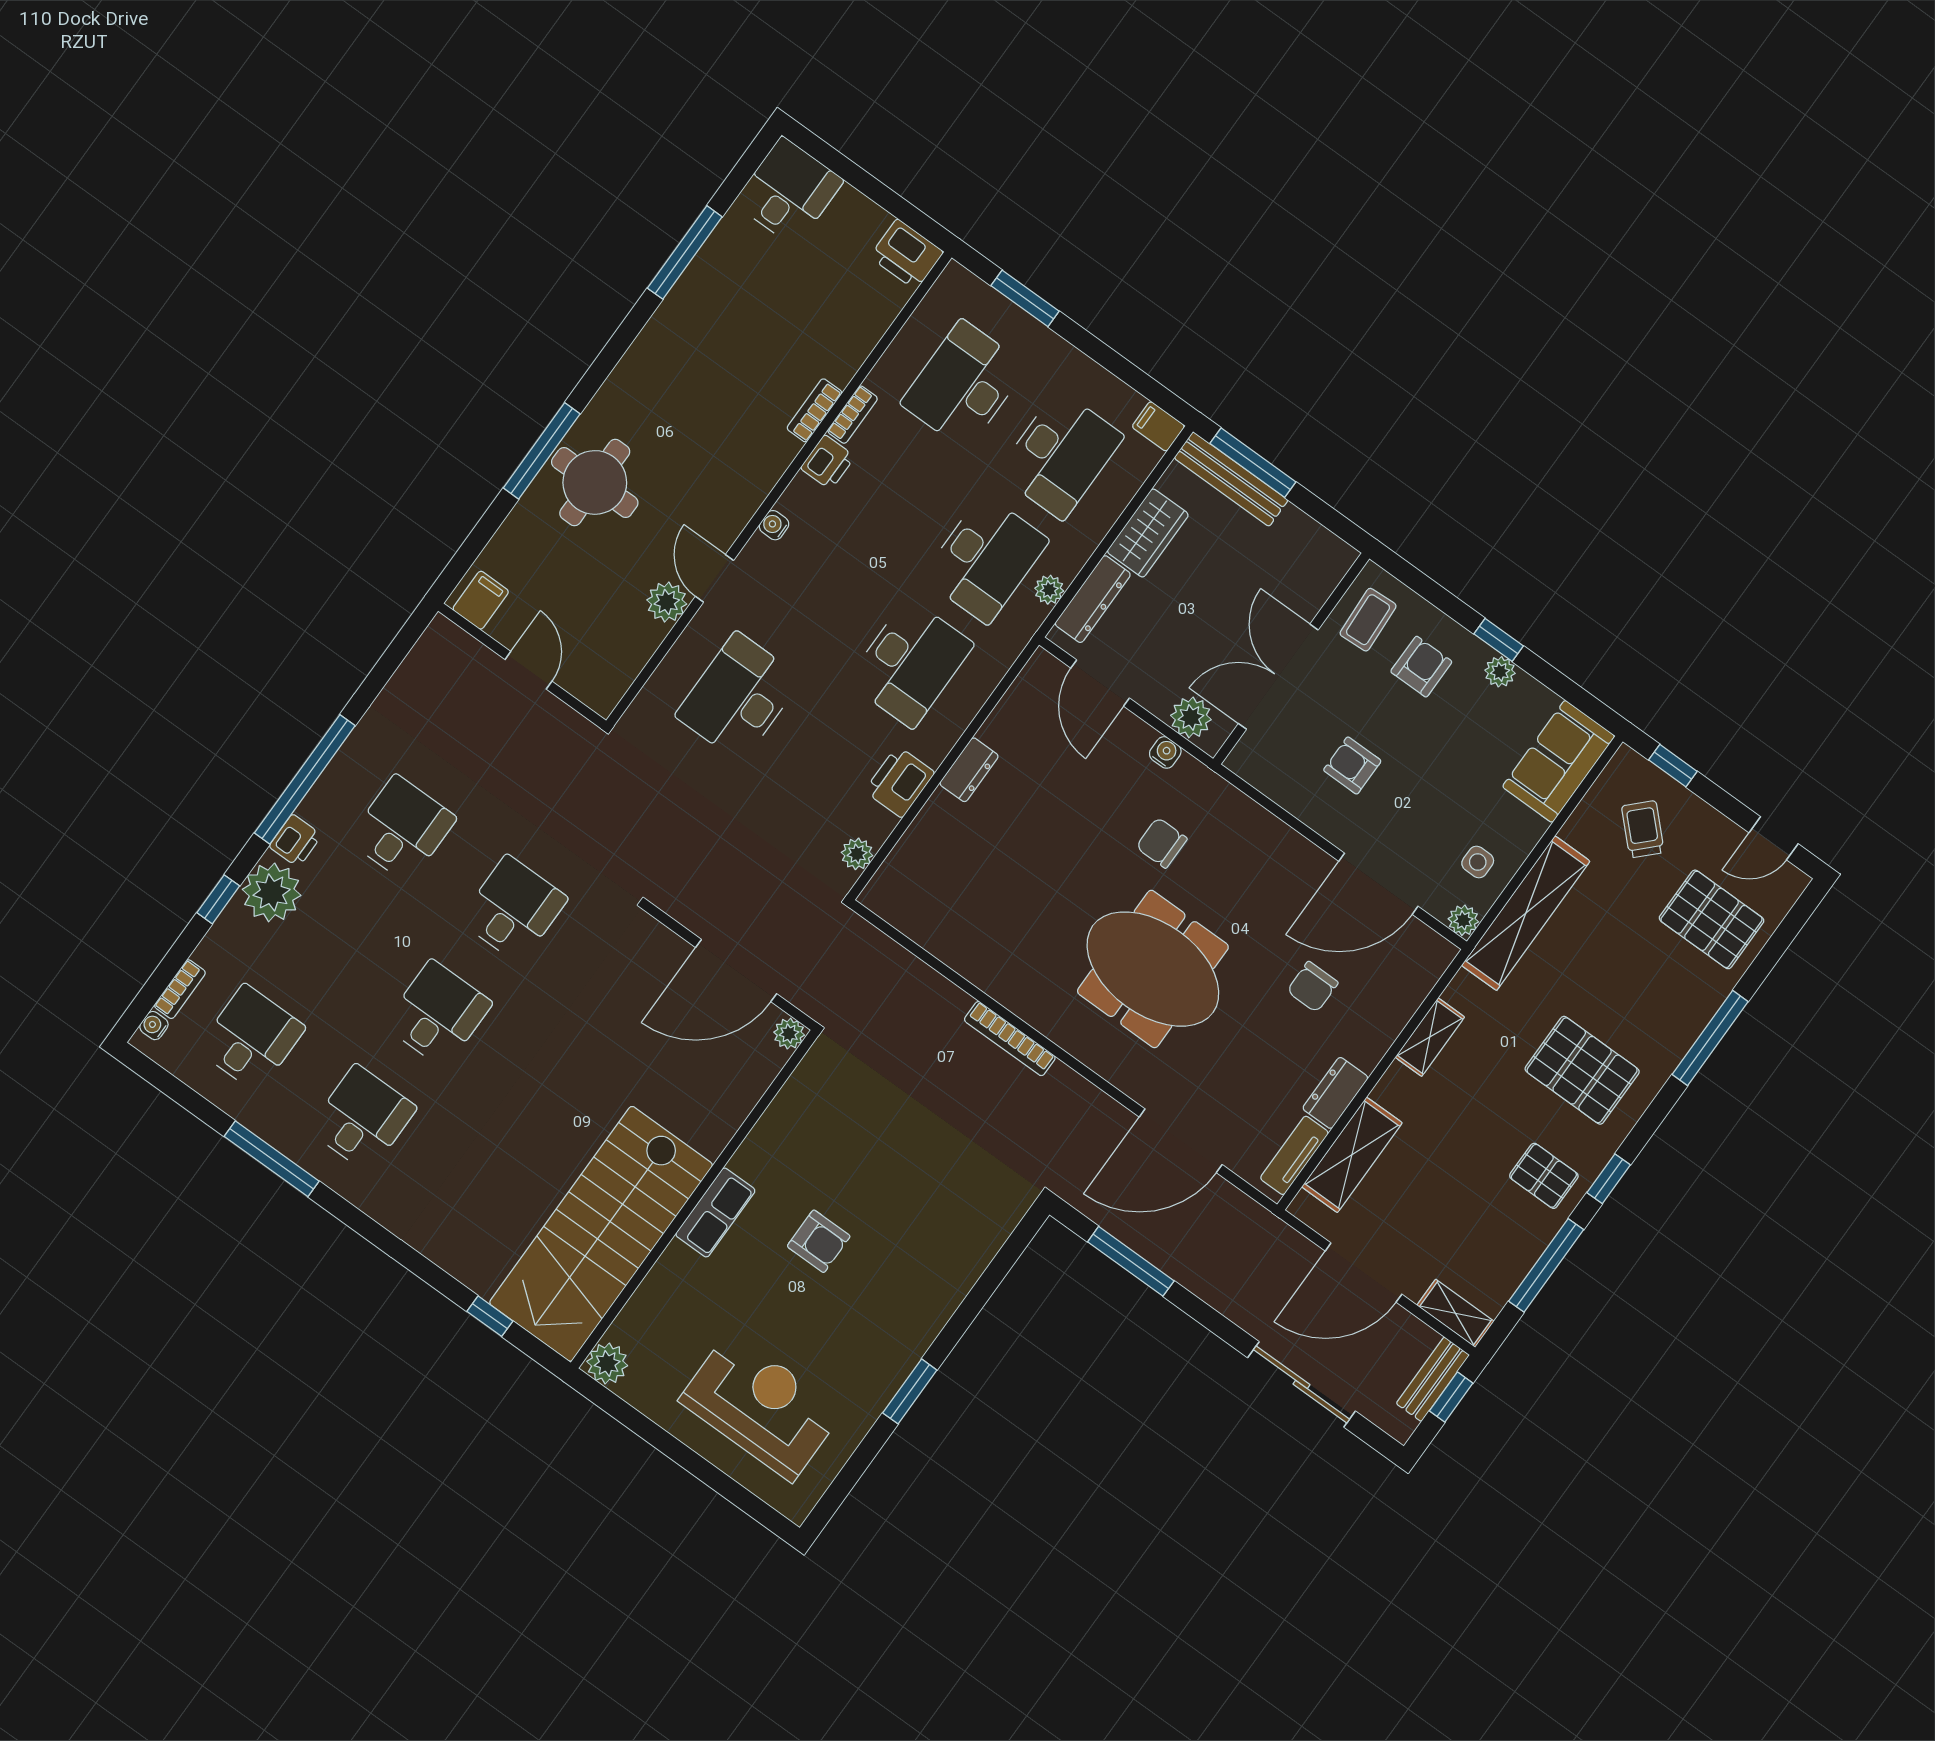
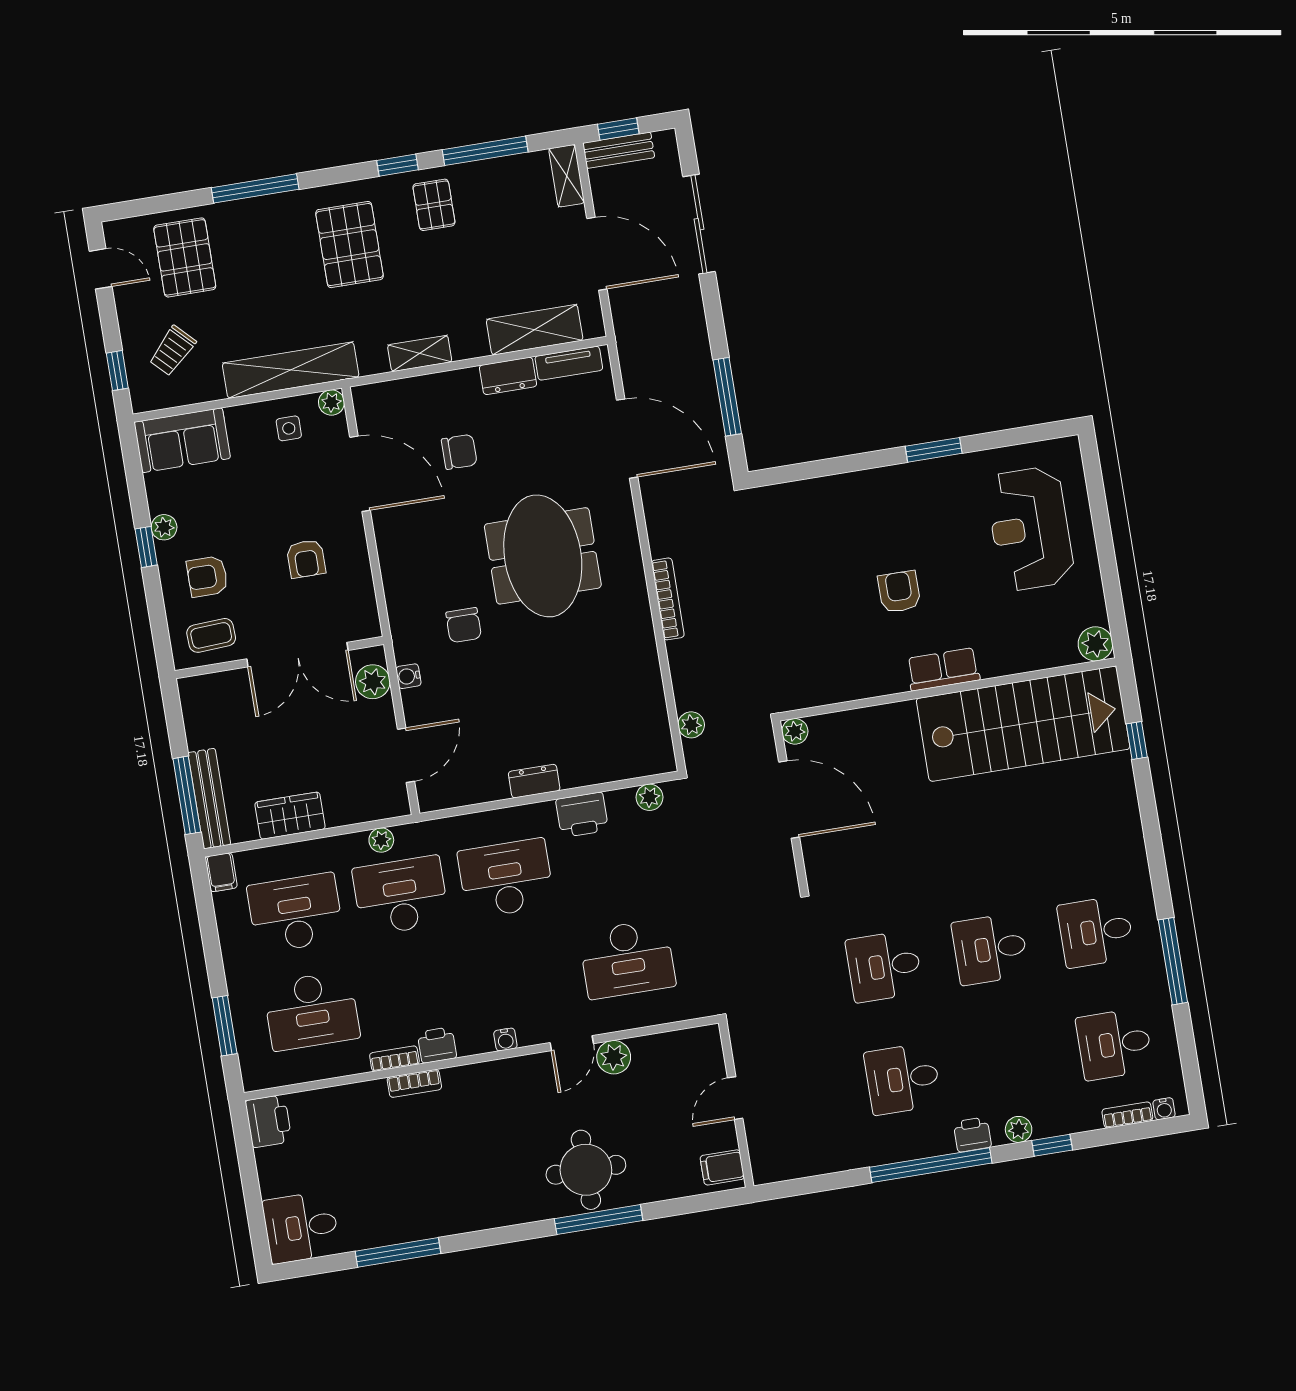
dresser: (1093, 599) -> (361, 809), removed
plant: (272, 892) -> (1019, 1129), width x0.53, depth x0.53
plant: (883, 951) -> (691, 725), added

